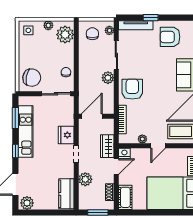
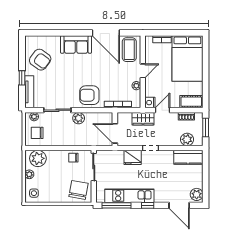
armchair: (170, 37) -> (40, 60), turned -54
window: (15, 118) -> (117, 205), width x1.44
door: (158, 146) -> (143, 71), hinge flipped
door: (116, 167) -> (162, 110), hinge flipped
plant: (85, 179) -> (187, 139), moved

